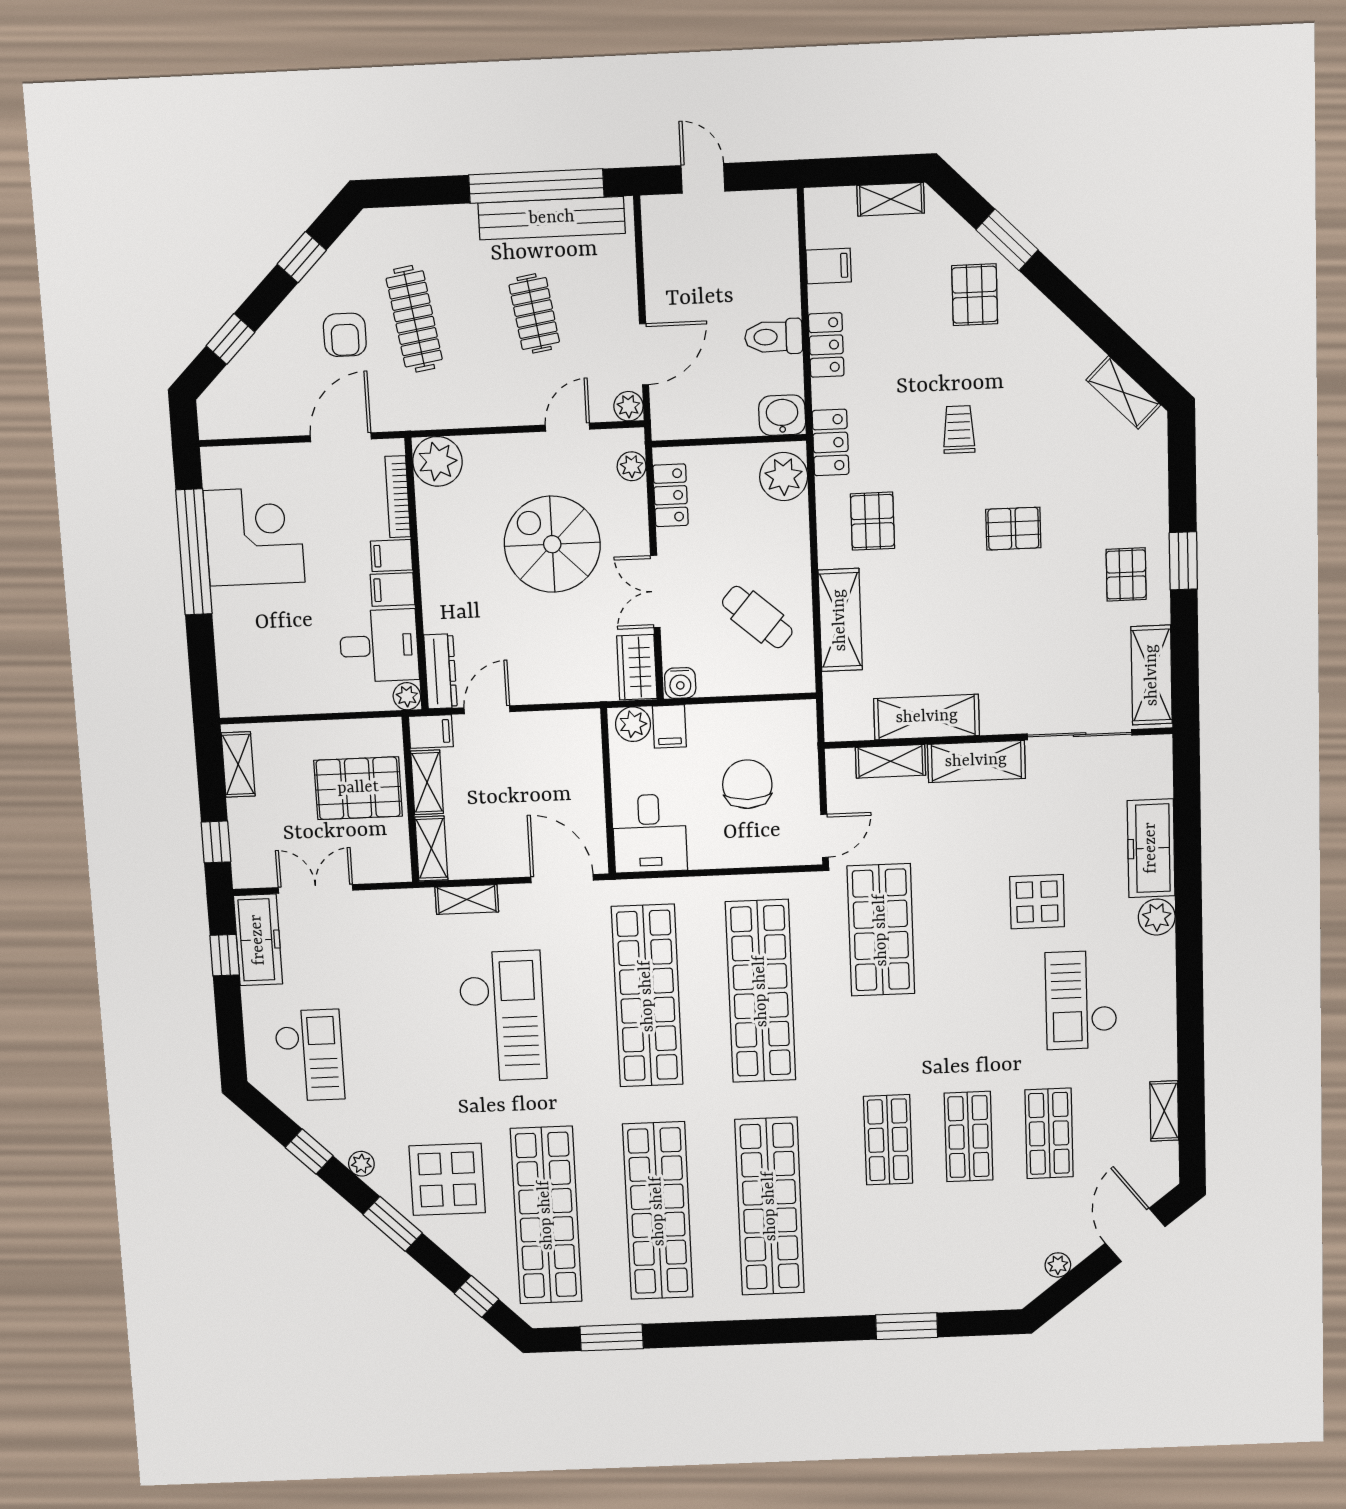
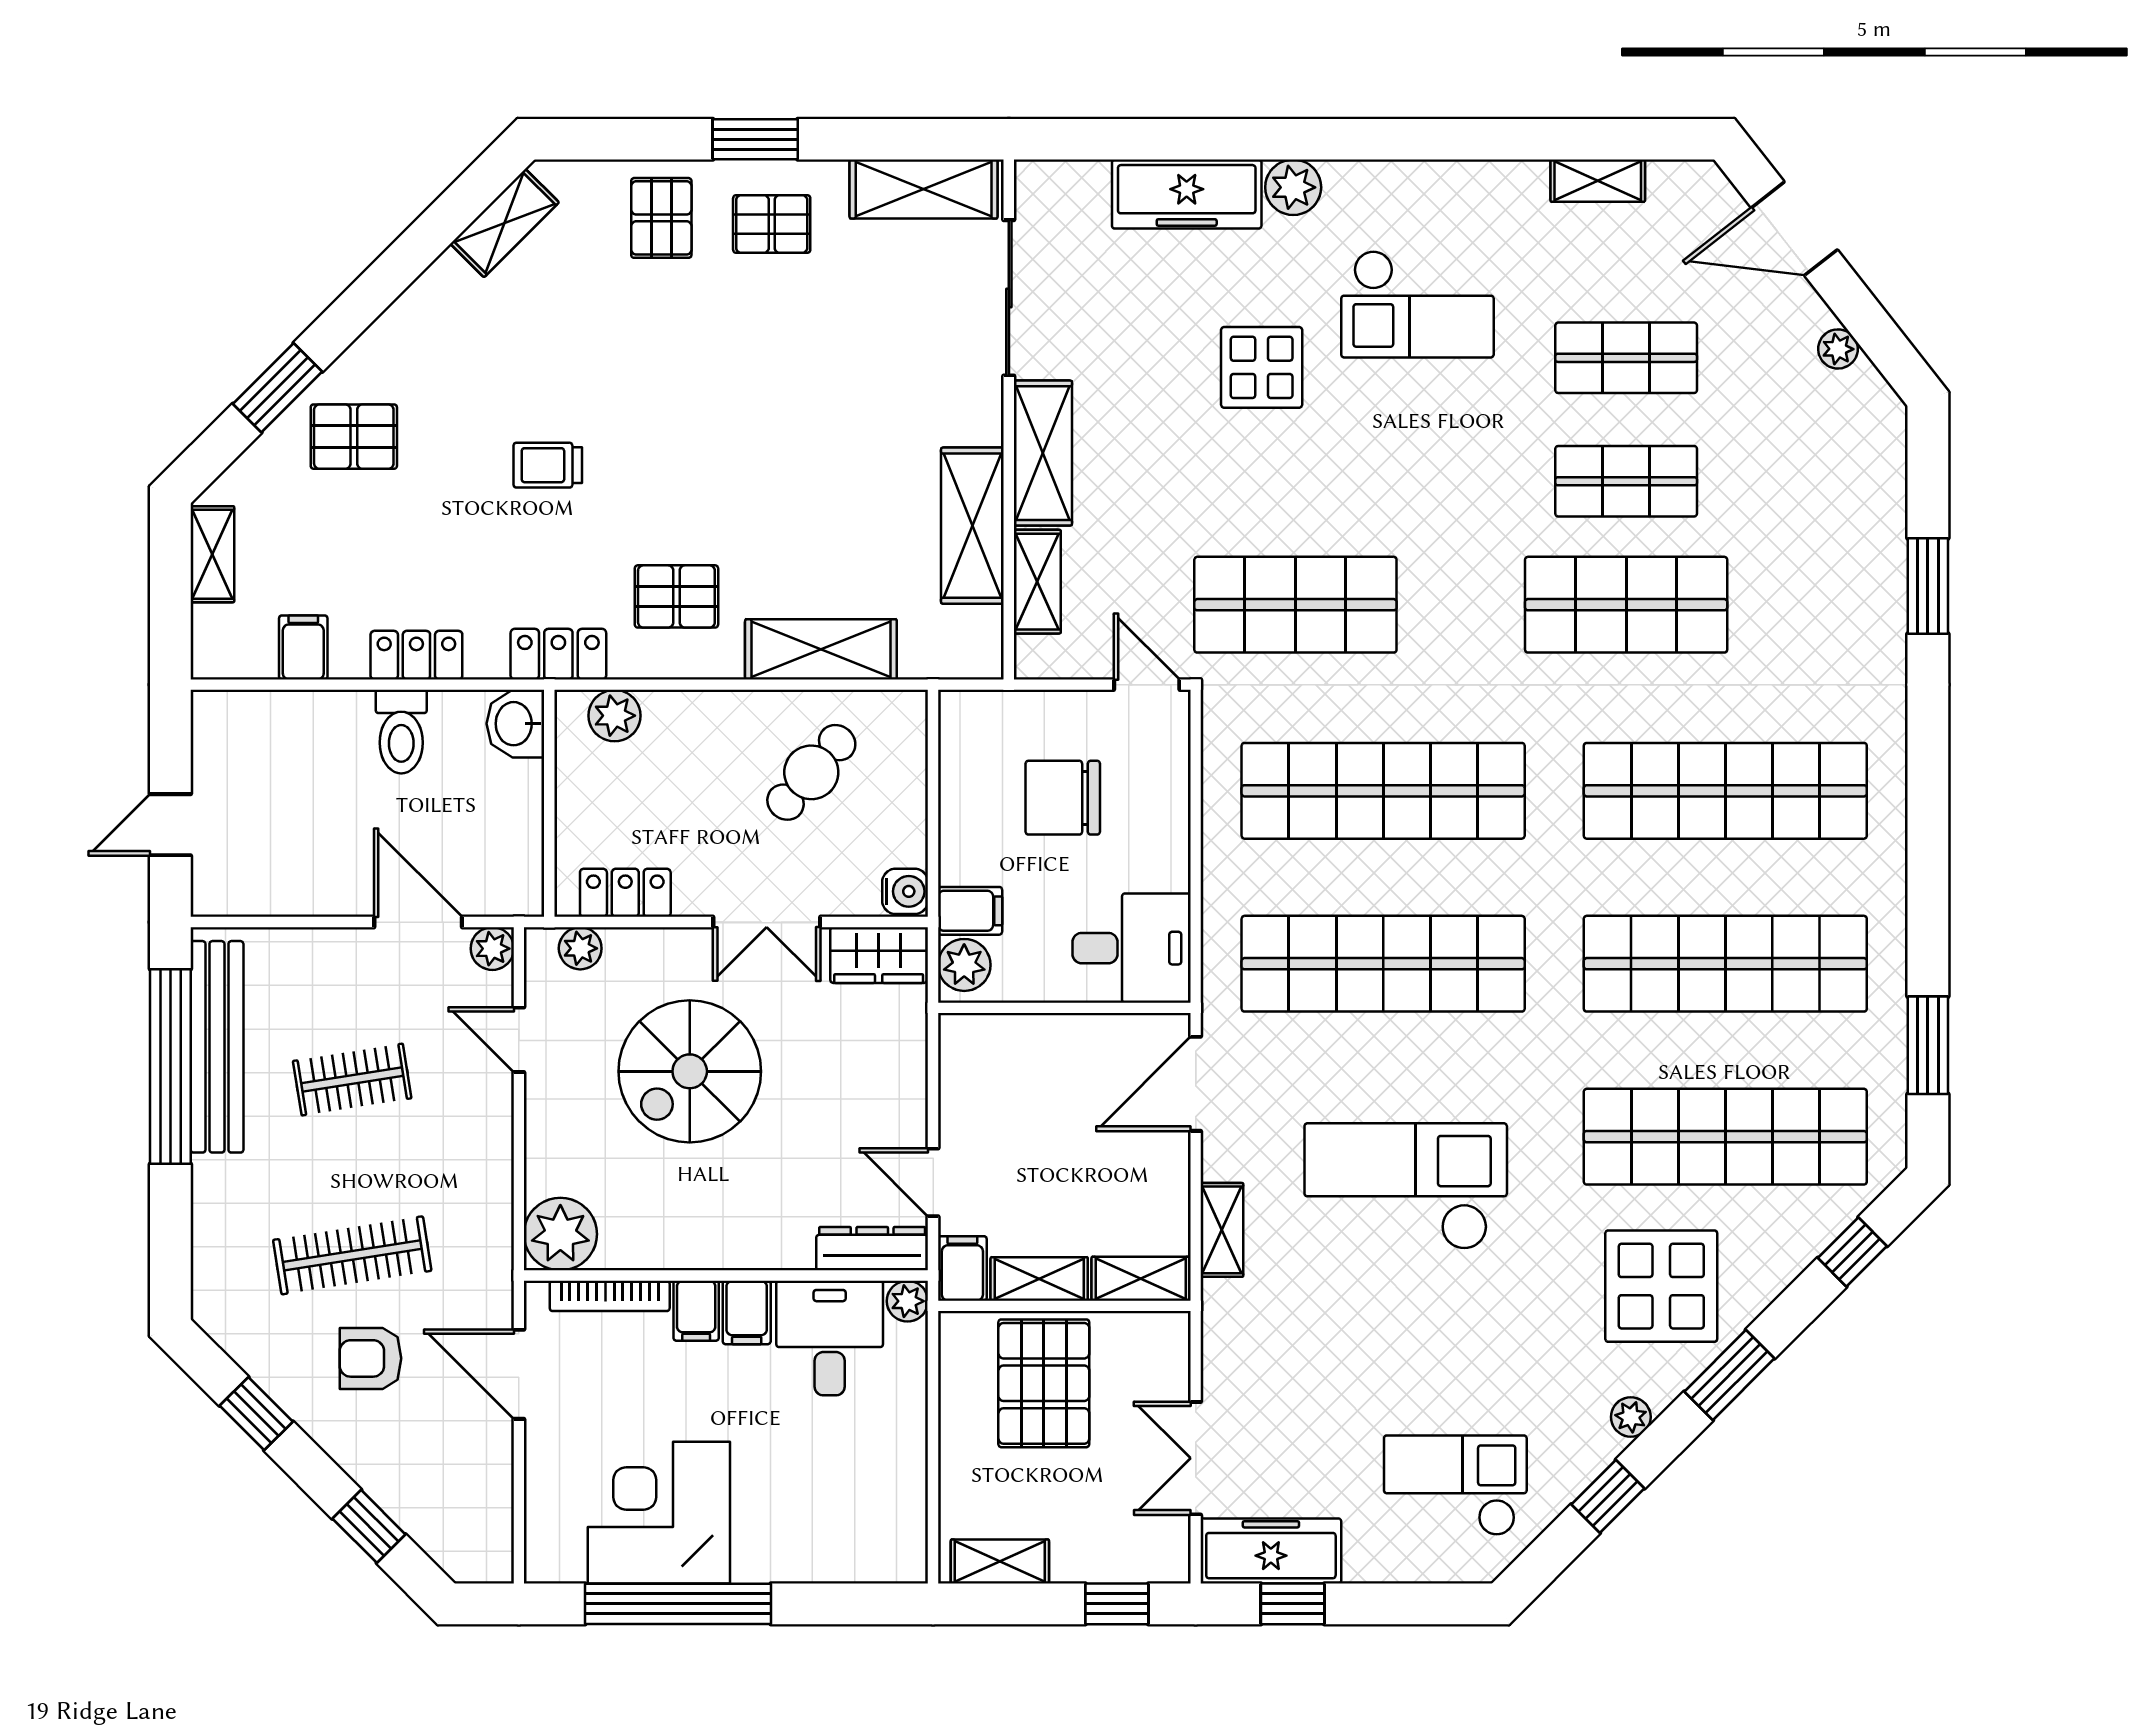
armchair: (345, 335) -> (370, 1358), turned 180
plant: (784, 477) -> (615, 716), width x0.73, depth x0.73
pallet: (1013, 529) -> (661, 218), moved
shop shelf: (888, 1140) -> (1626, 605), width x1.43, depth x1.36

